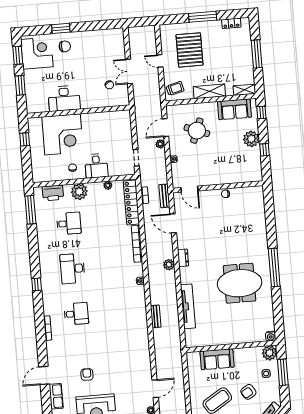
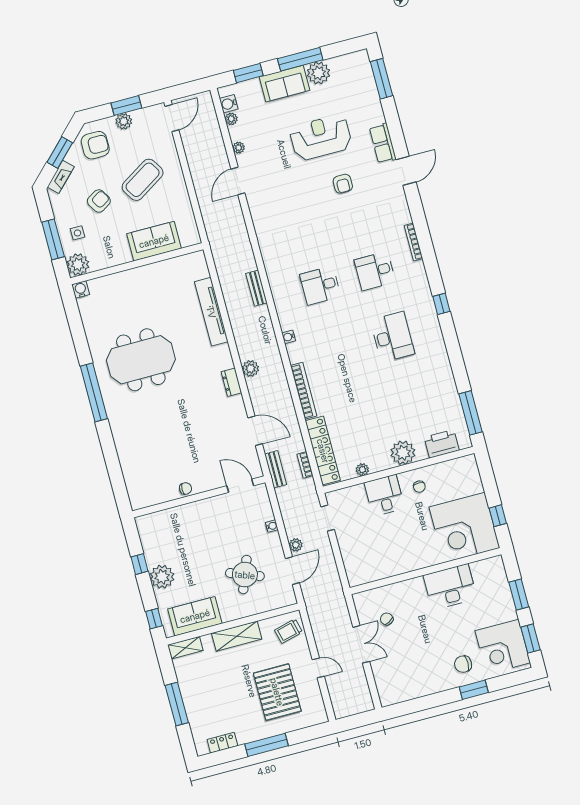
corner desk: (63, 134) -> (464, 528), moved, turned -90
desk: (69, 223) -> (320, 285), moved

